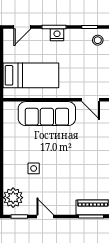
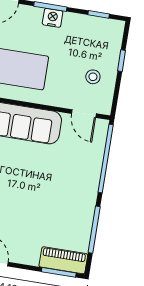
stool: (98, 40) -> (93, 77), moved

